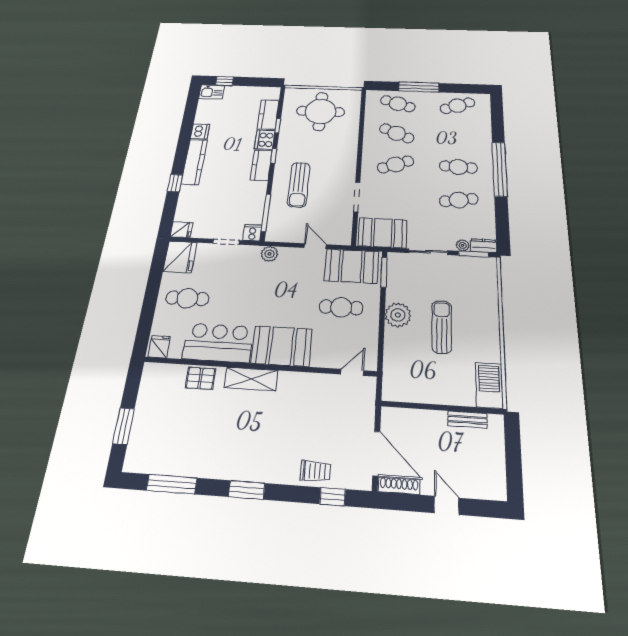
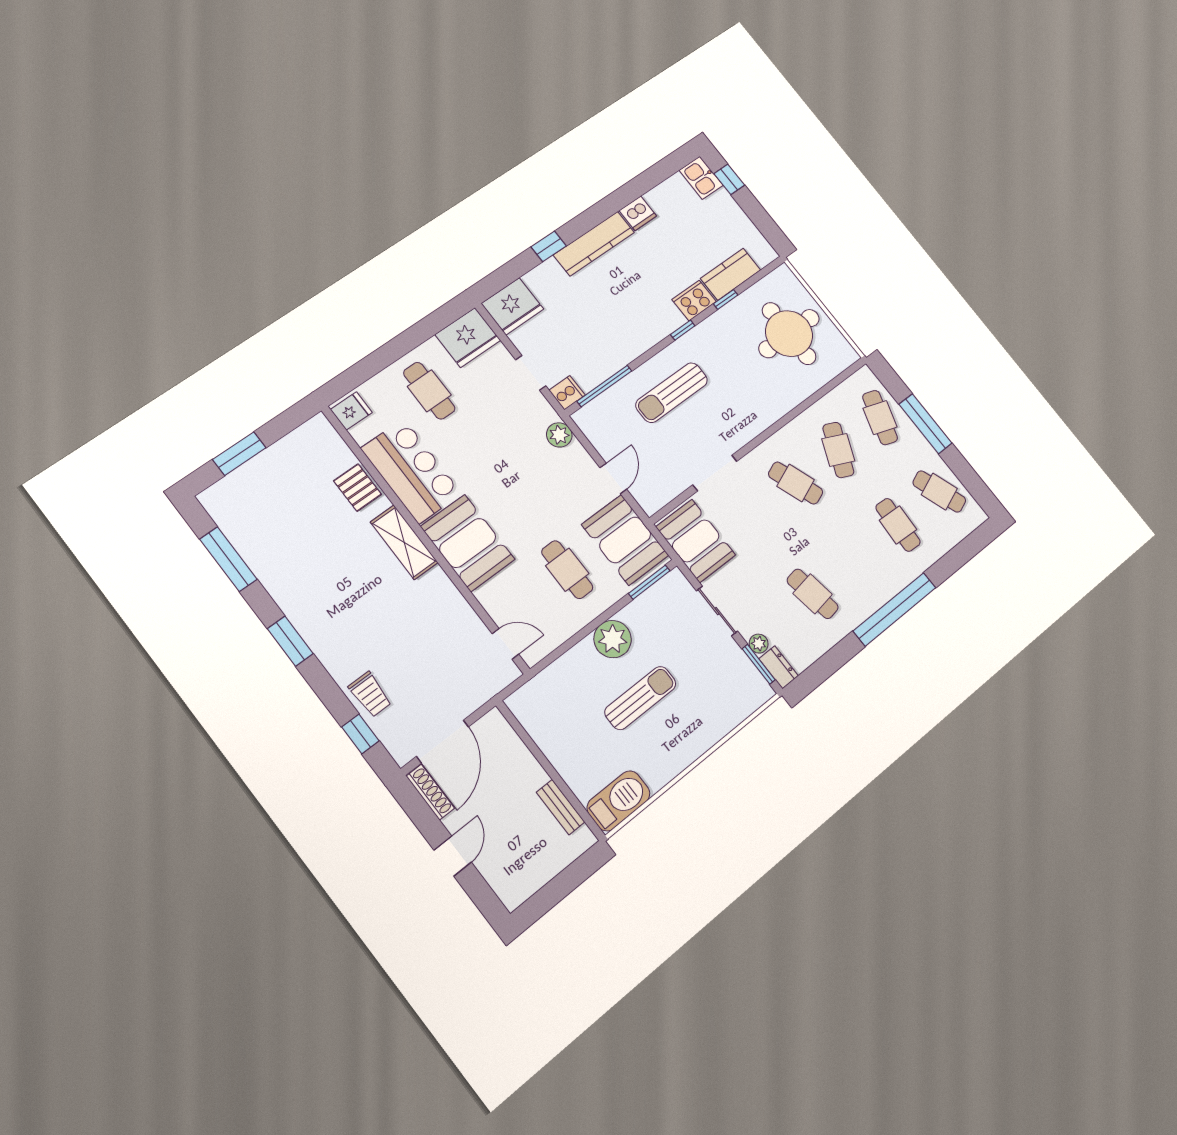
kitchen counter: (261, 165) -> (658, 326), removed
cafe table: (458, 167) -> (898, 525), moved
fridge: (182, 230) -> (512, 306), width x1.88, depth x1.34

